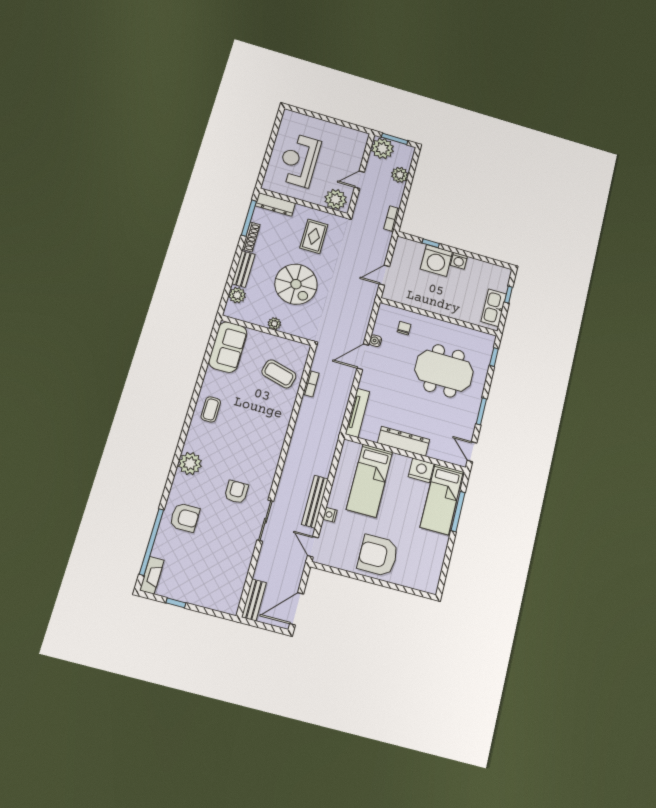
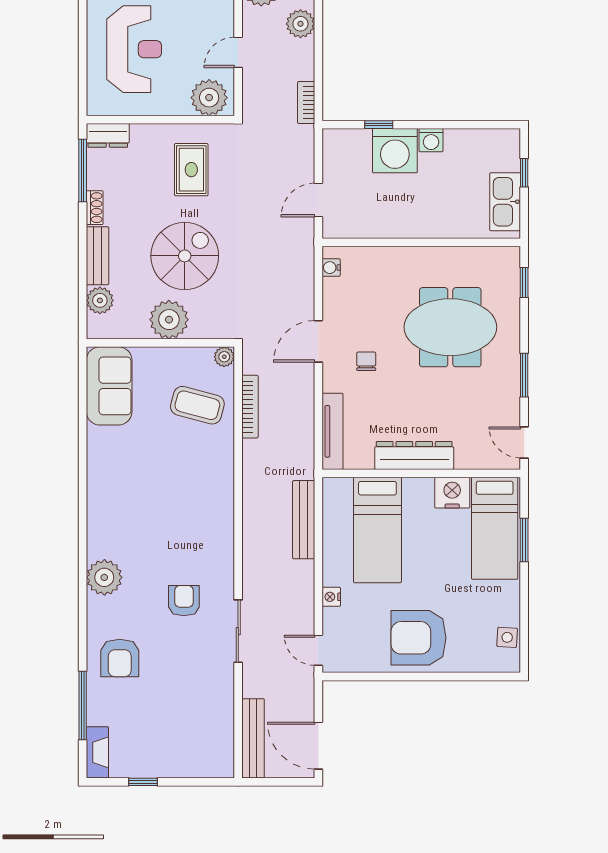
reception desk: (299, 160) -> (134, 49), turned 180
dresser: (275, 204) -> (108, 135), width x0.70
shoe rack: (251, 237) -> (95, 208), width x0.70
spiral stairs: (296, 284) -> (185, 256), turned -90
plant: (274, 324) -> (169, 320), width x1.87, depth x1.87
chair: (404, 328) -> (366, 361), moved
water cooler: (375, 341) -> (331, 268), moved
plant: (303, 350) -> (224, 357), added
bookcase: (311, 384) -> (250, 407), width x1.56
coffee table: (211, 409) -> (111, 488), removed
bench: (315, 502) -> (304, 520), moved
window: (458, 512) -> (524, 540), width x0.69
armchair: (185, 518) -> (120, 658), turned 90
window: (151, 542) -> (83, 705), width x0.68
side table: (433, 570) -> (507, 637), added
bench: (254, 600) -> (253, 738), width x1.36
door: (297, 609) -> (318, 746), hinge flipped

